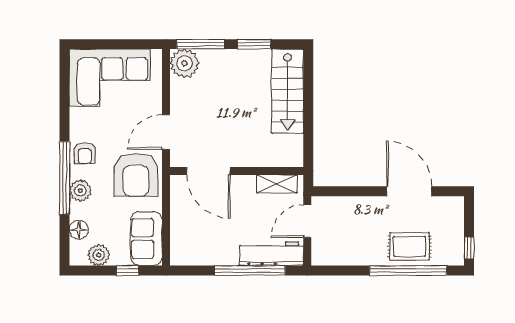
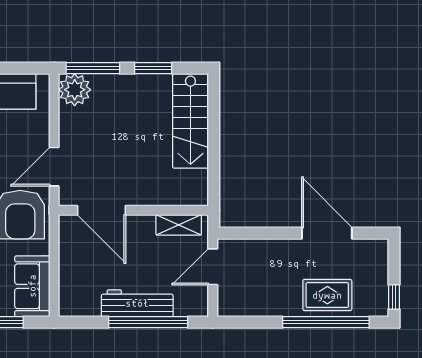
workbench: (272, 254) -> (137, 303), moved

